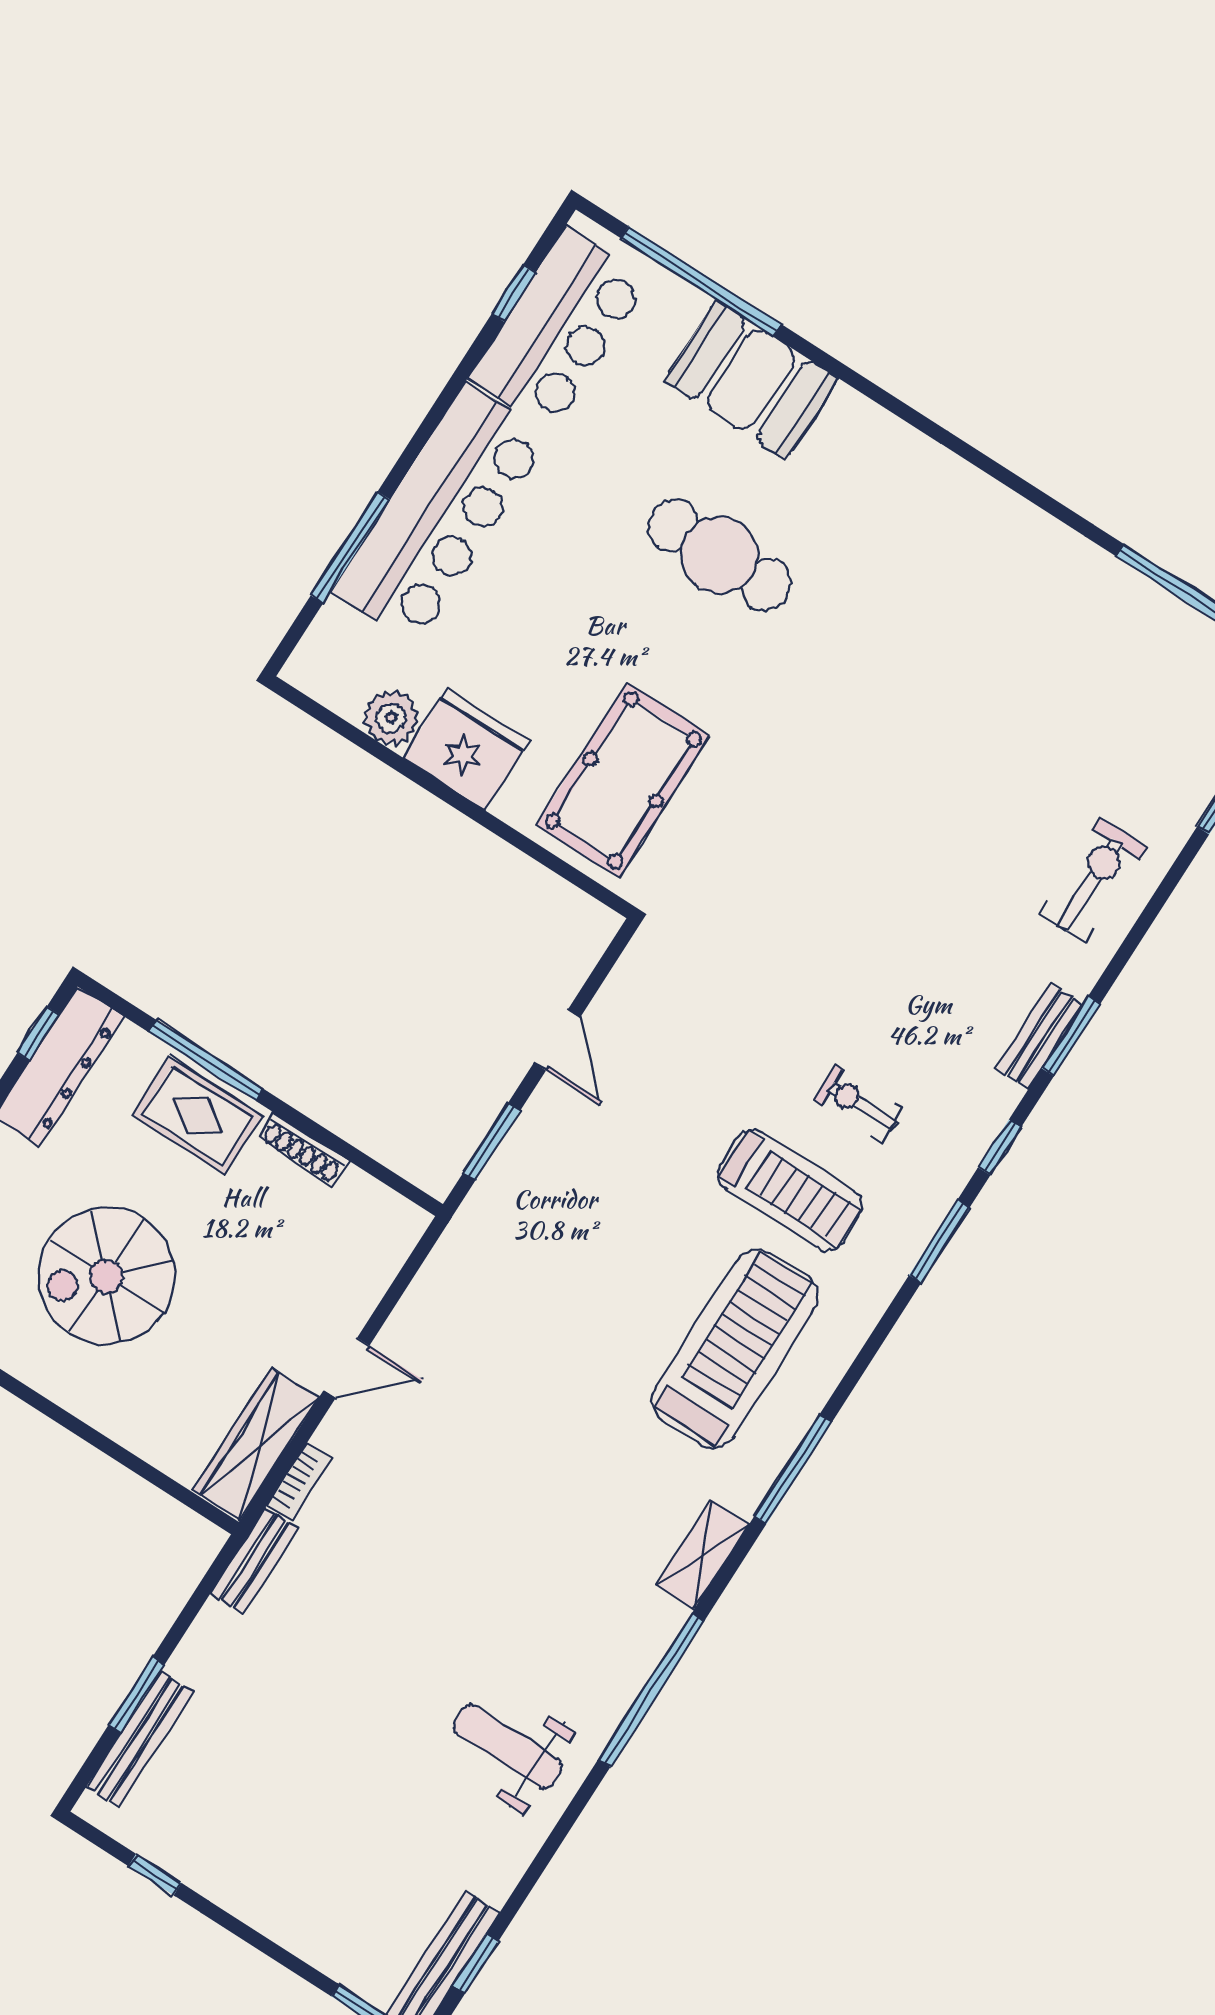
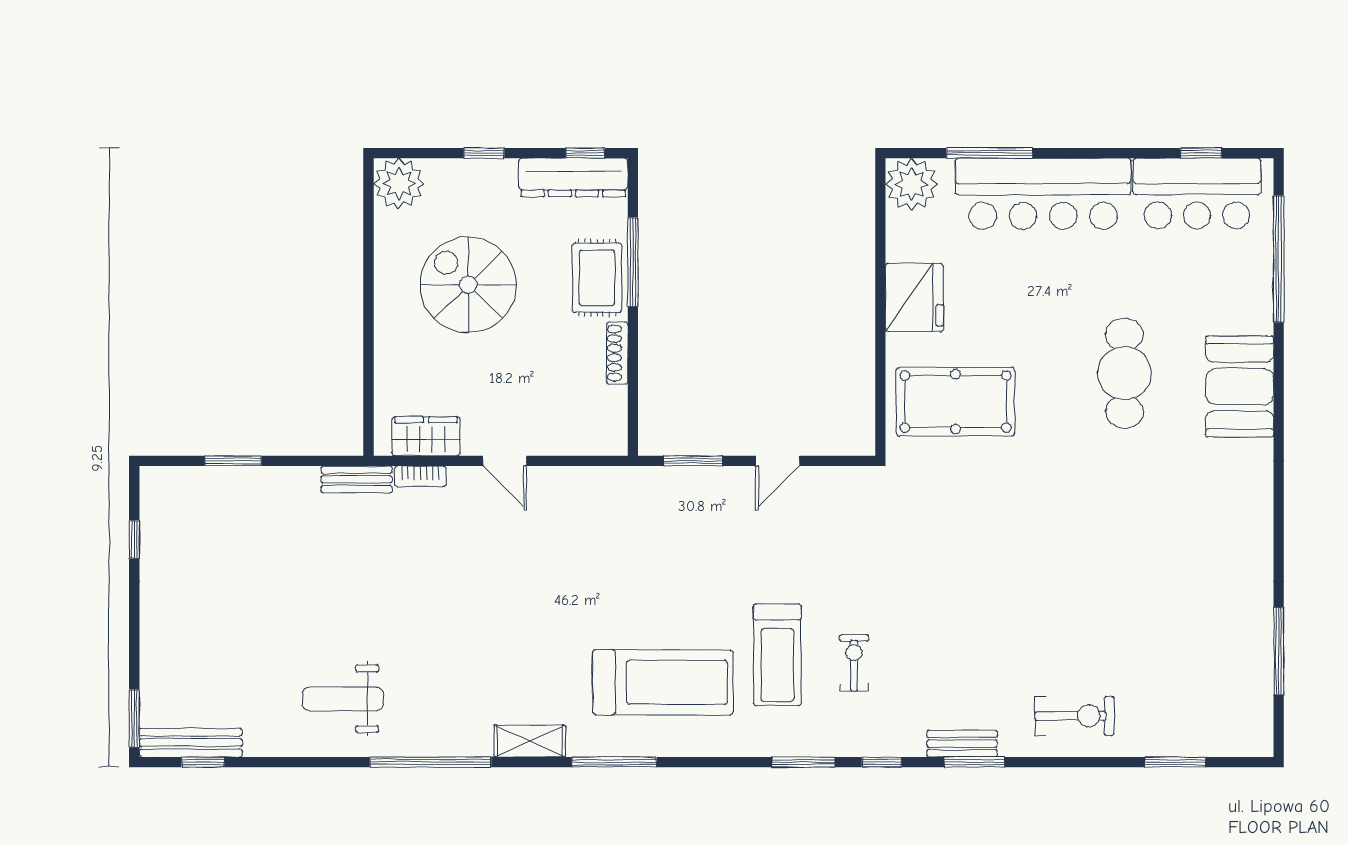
booth: (751, 380) -> (1240, 386), moved
plant: (391, 718) -> (912, 184), moved, width x1.36, depth x1.36
wardrobe: (256, 1444) -> (426, 436), width x0.67
bench: (140, 1739) -> (208, 479), removed
weight bench: (508, 1747) -> (343, 699), turned -90

